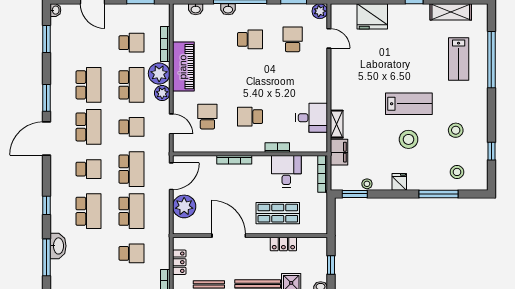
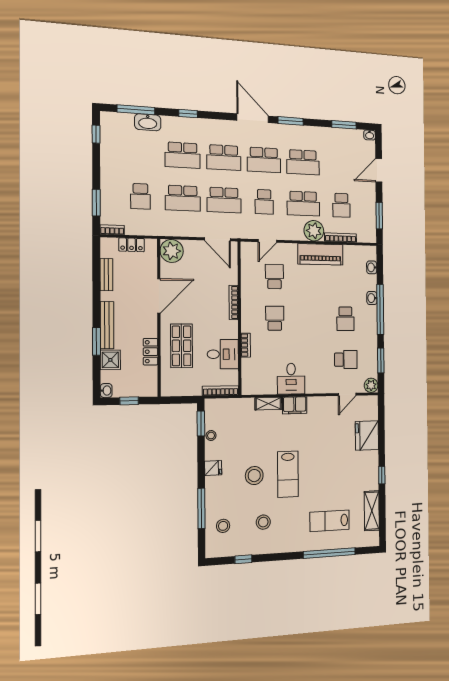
plant: (162, 93) -> (296, 233), removed
school desk: (207, 117) -> (274, 277), turned -90
desk: (312, 118) -> (291, 379), moved
filing cabinet: (339, 152) -> (295, 405), moved
school desk: (88, 169) -> (224, 158), width x1.85
plant: (184, 206) -> (172, 251), moved

